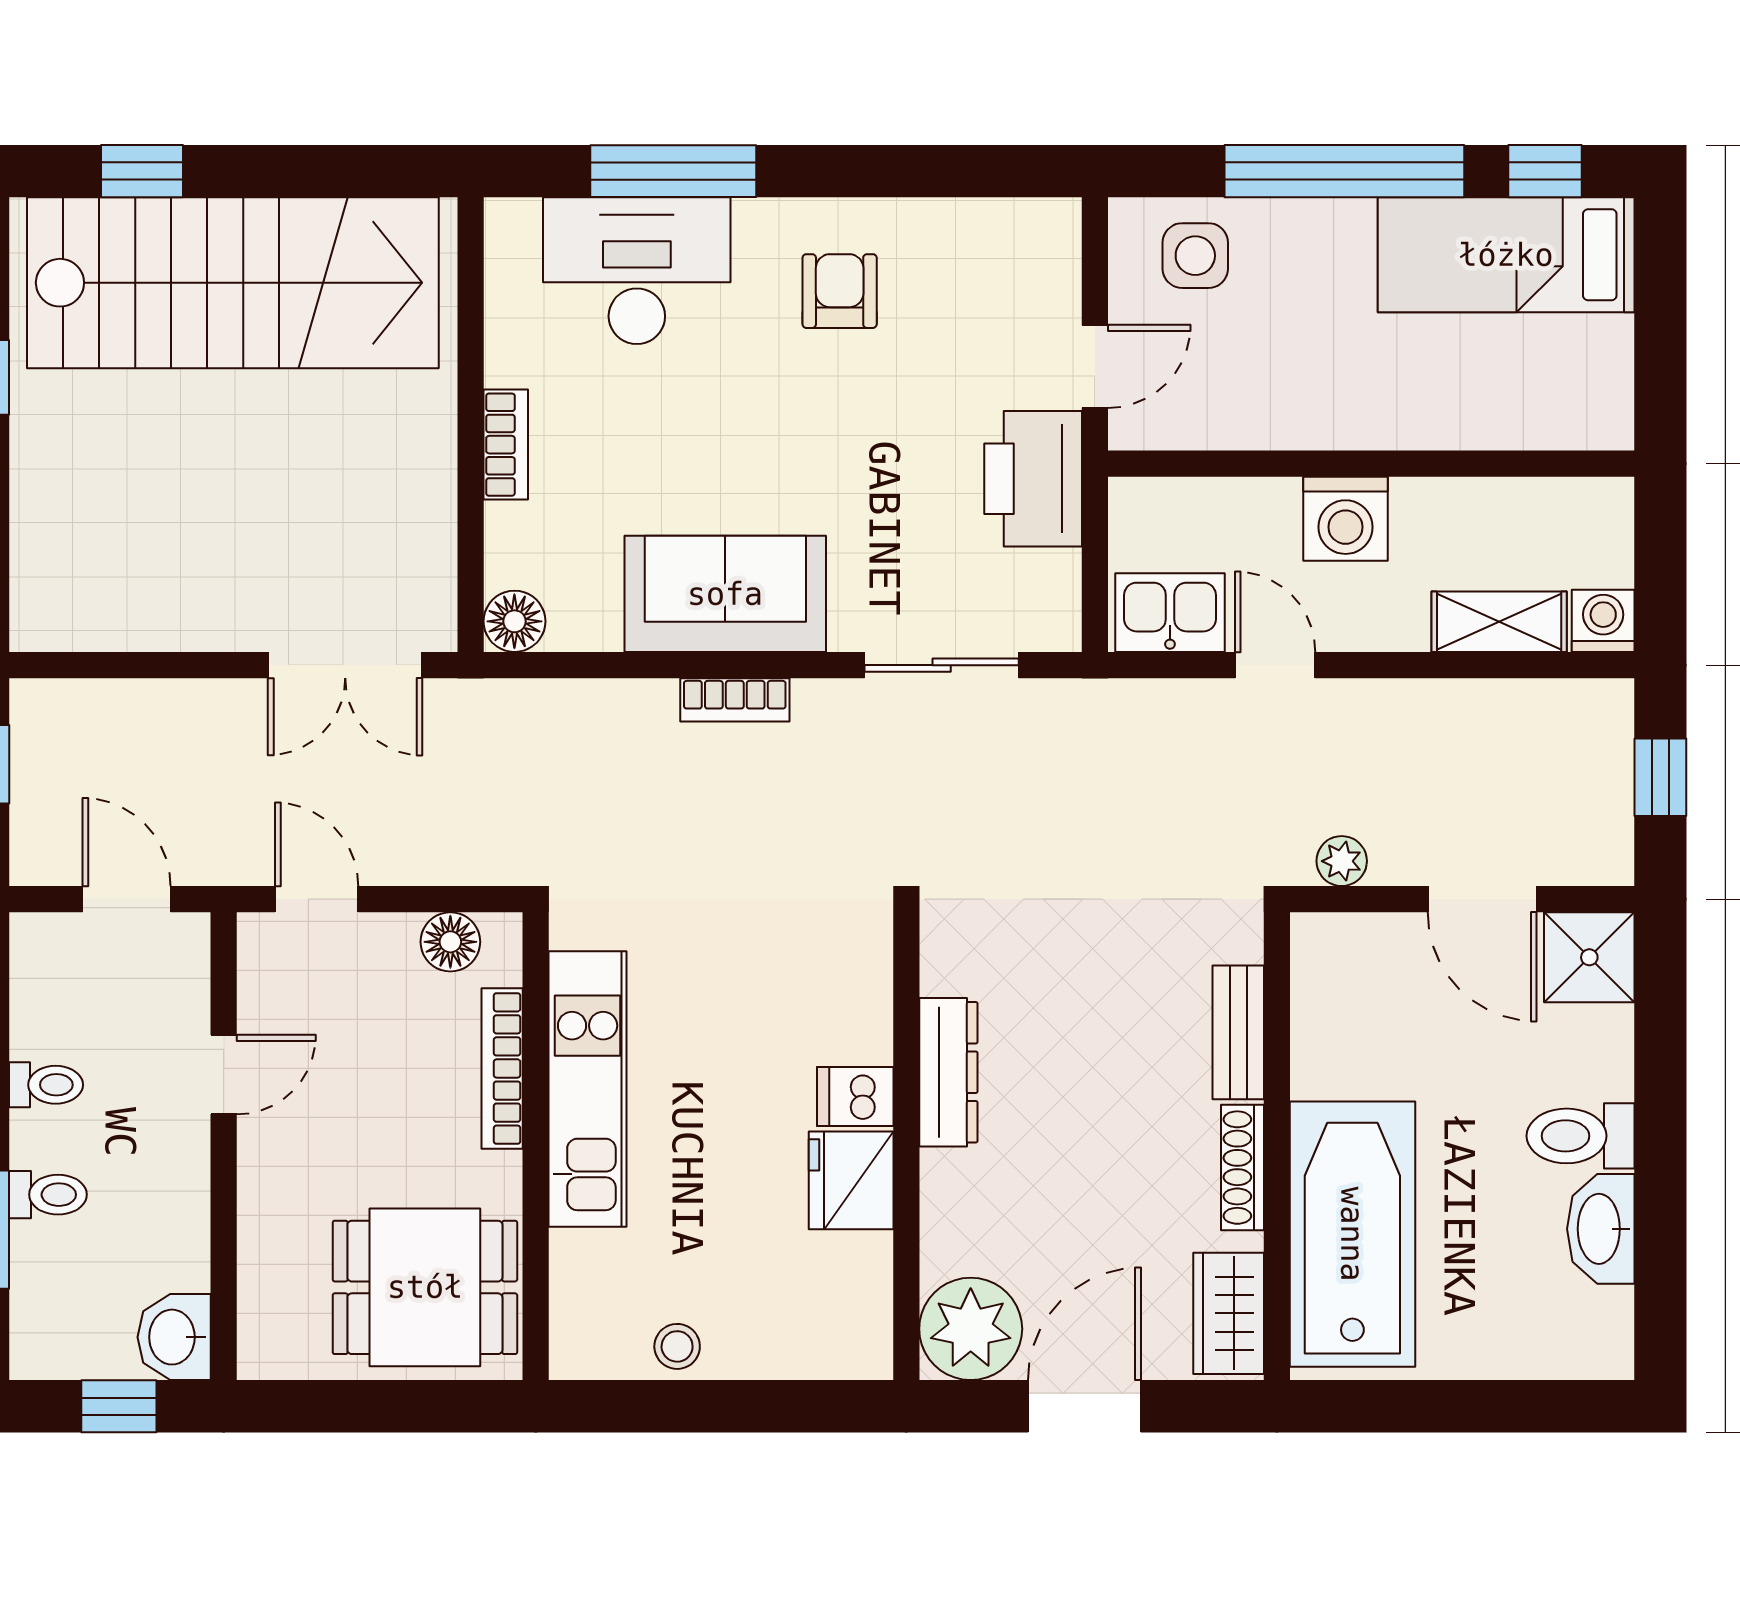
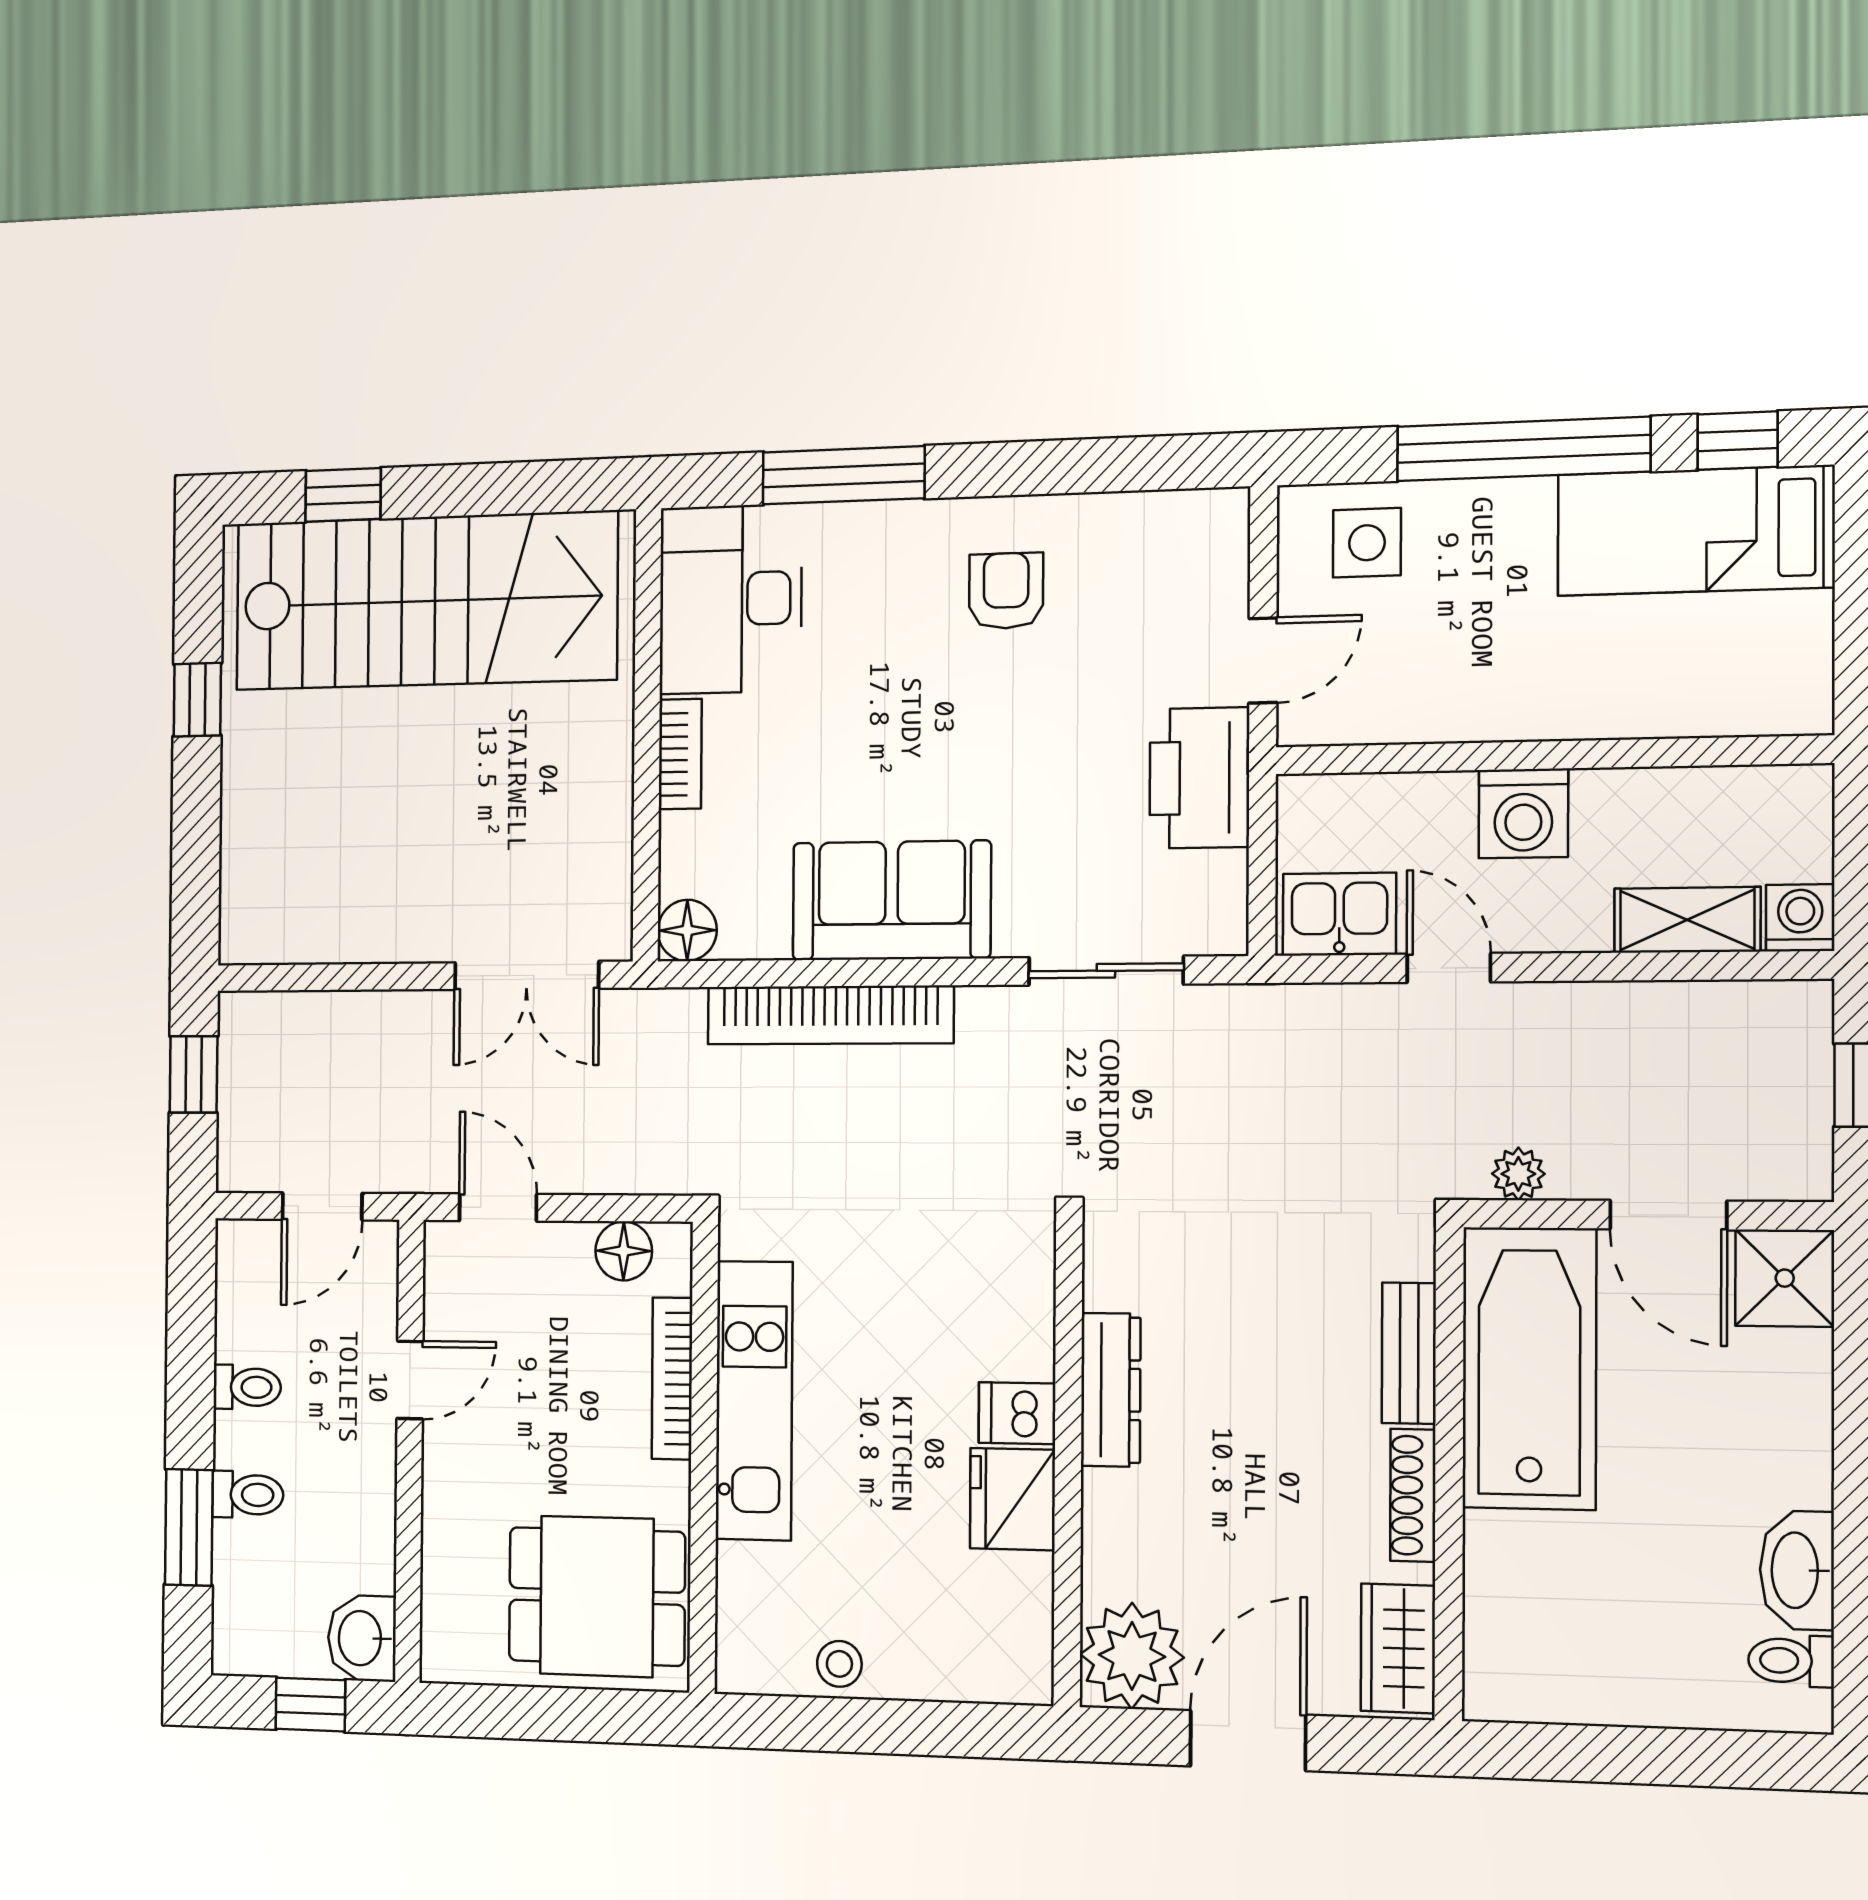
desk: (637, 271) -> (731, 599), moved, turned -90
bookcase: (735, 700) -> (830, 1015), width x2.31, depth x1.31
door: (127, 899) -> (322, 1206), swing flipped
toilet: (1581, 1136) -> (1791, 1661), moved, width x0.73, depth x0.72
bathtub: (1352, 1234) -> (1529, 1368), moved

